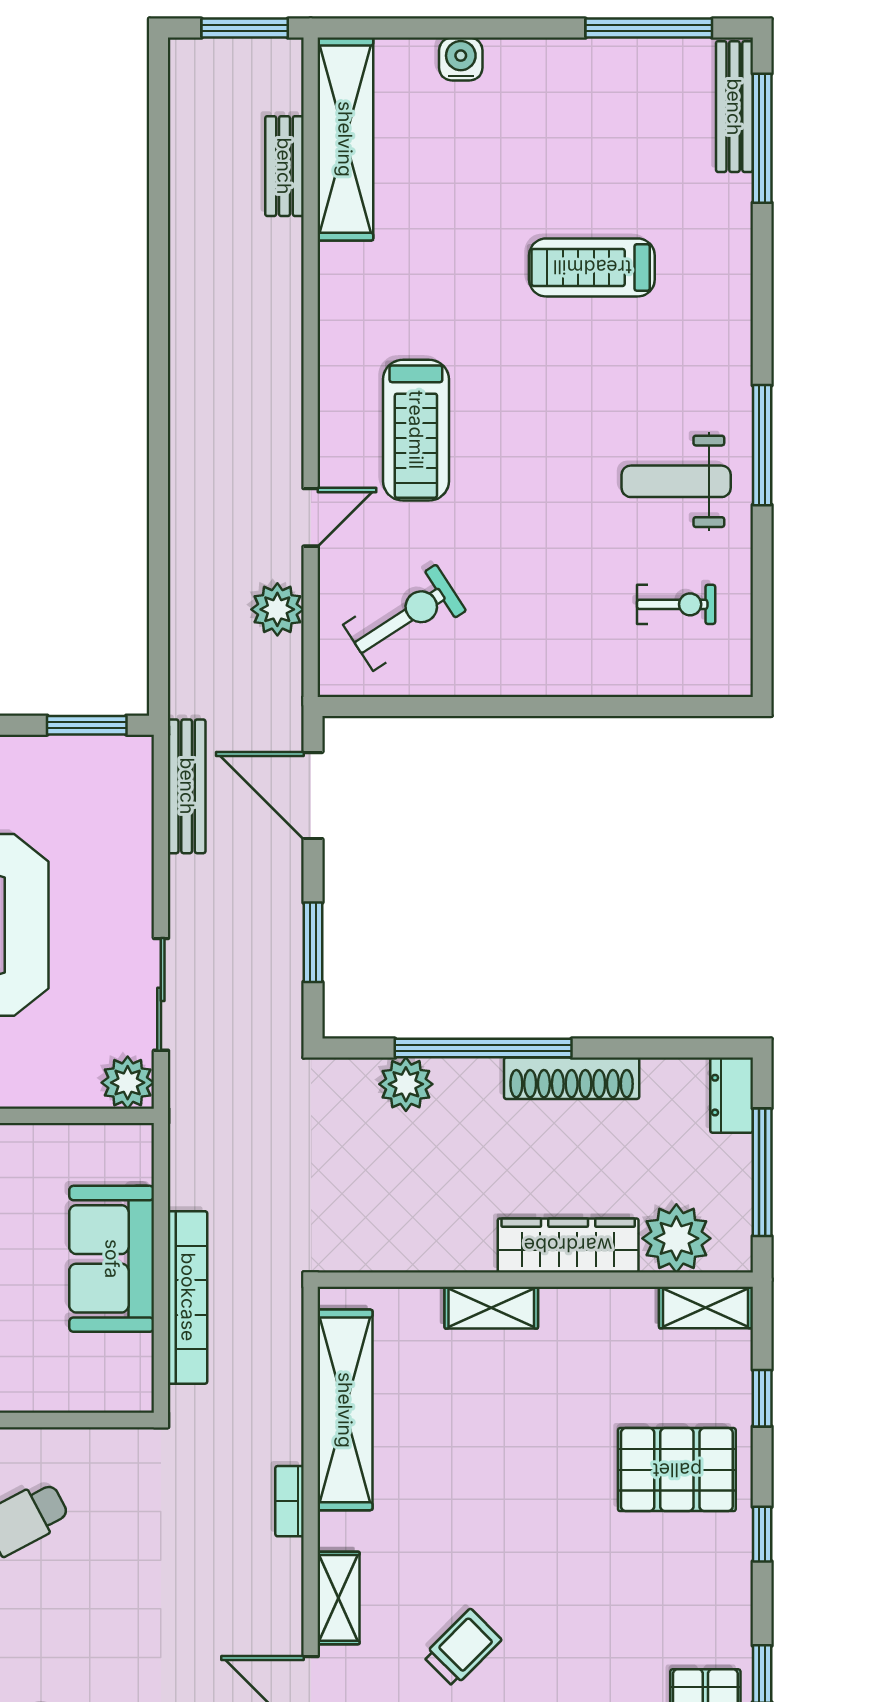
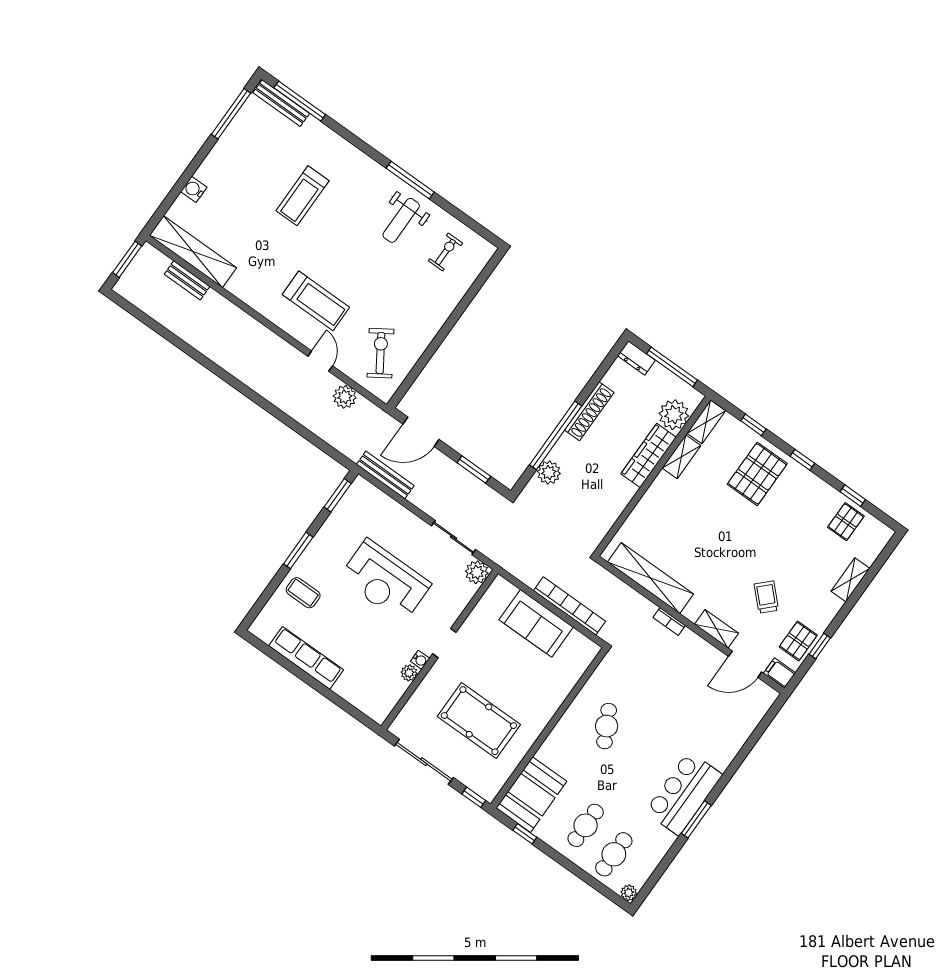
shelving: (491, 1308) -> (681, 457), moved

